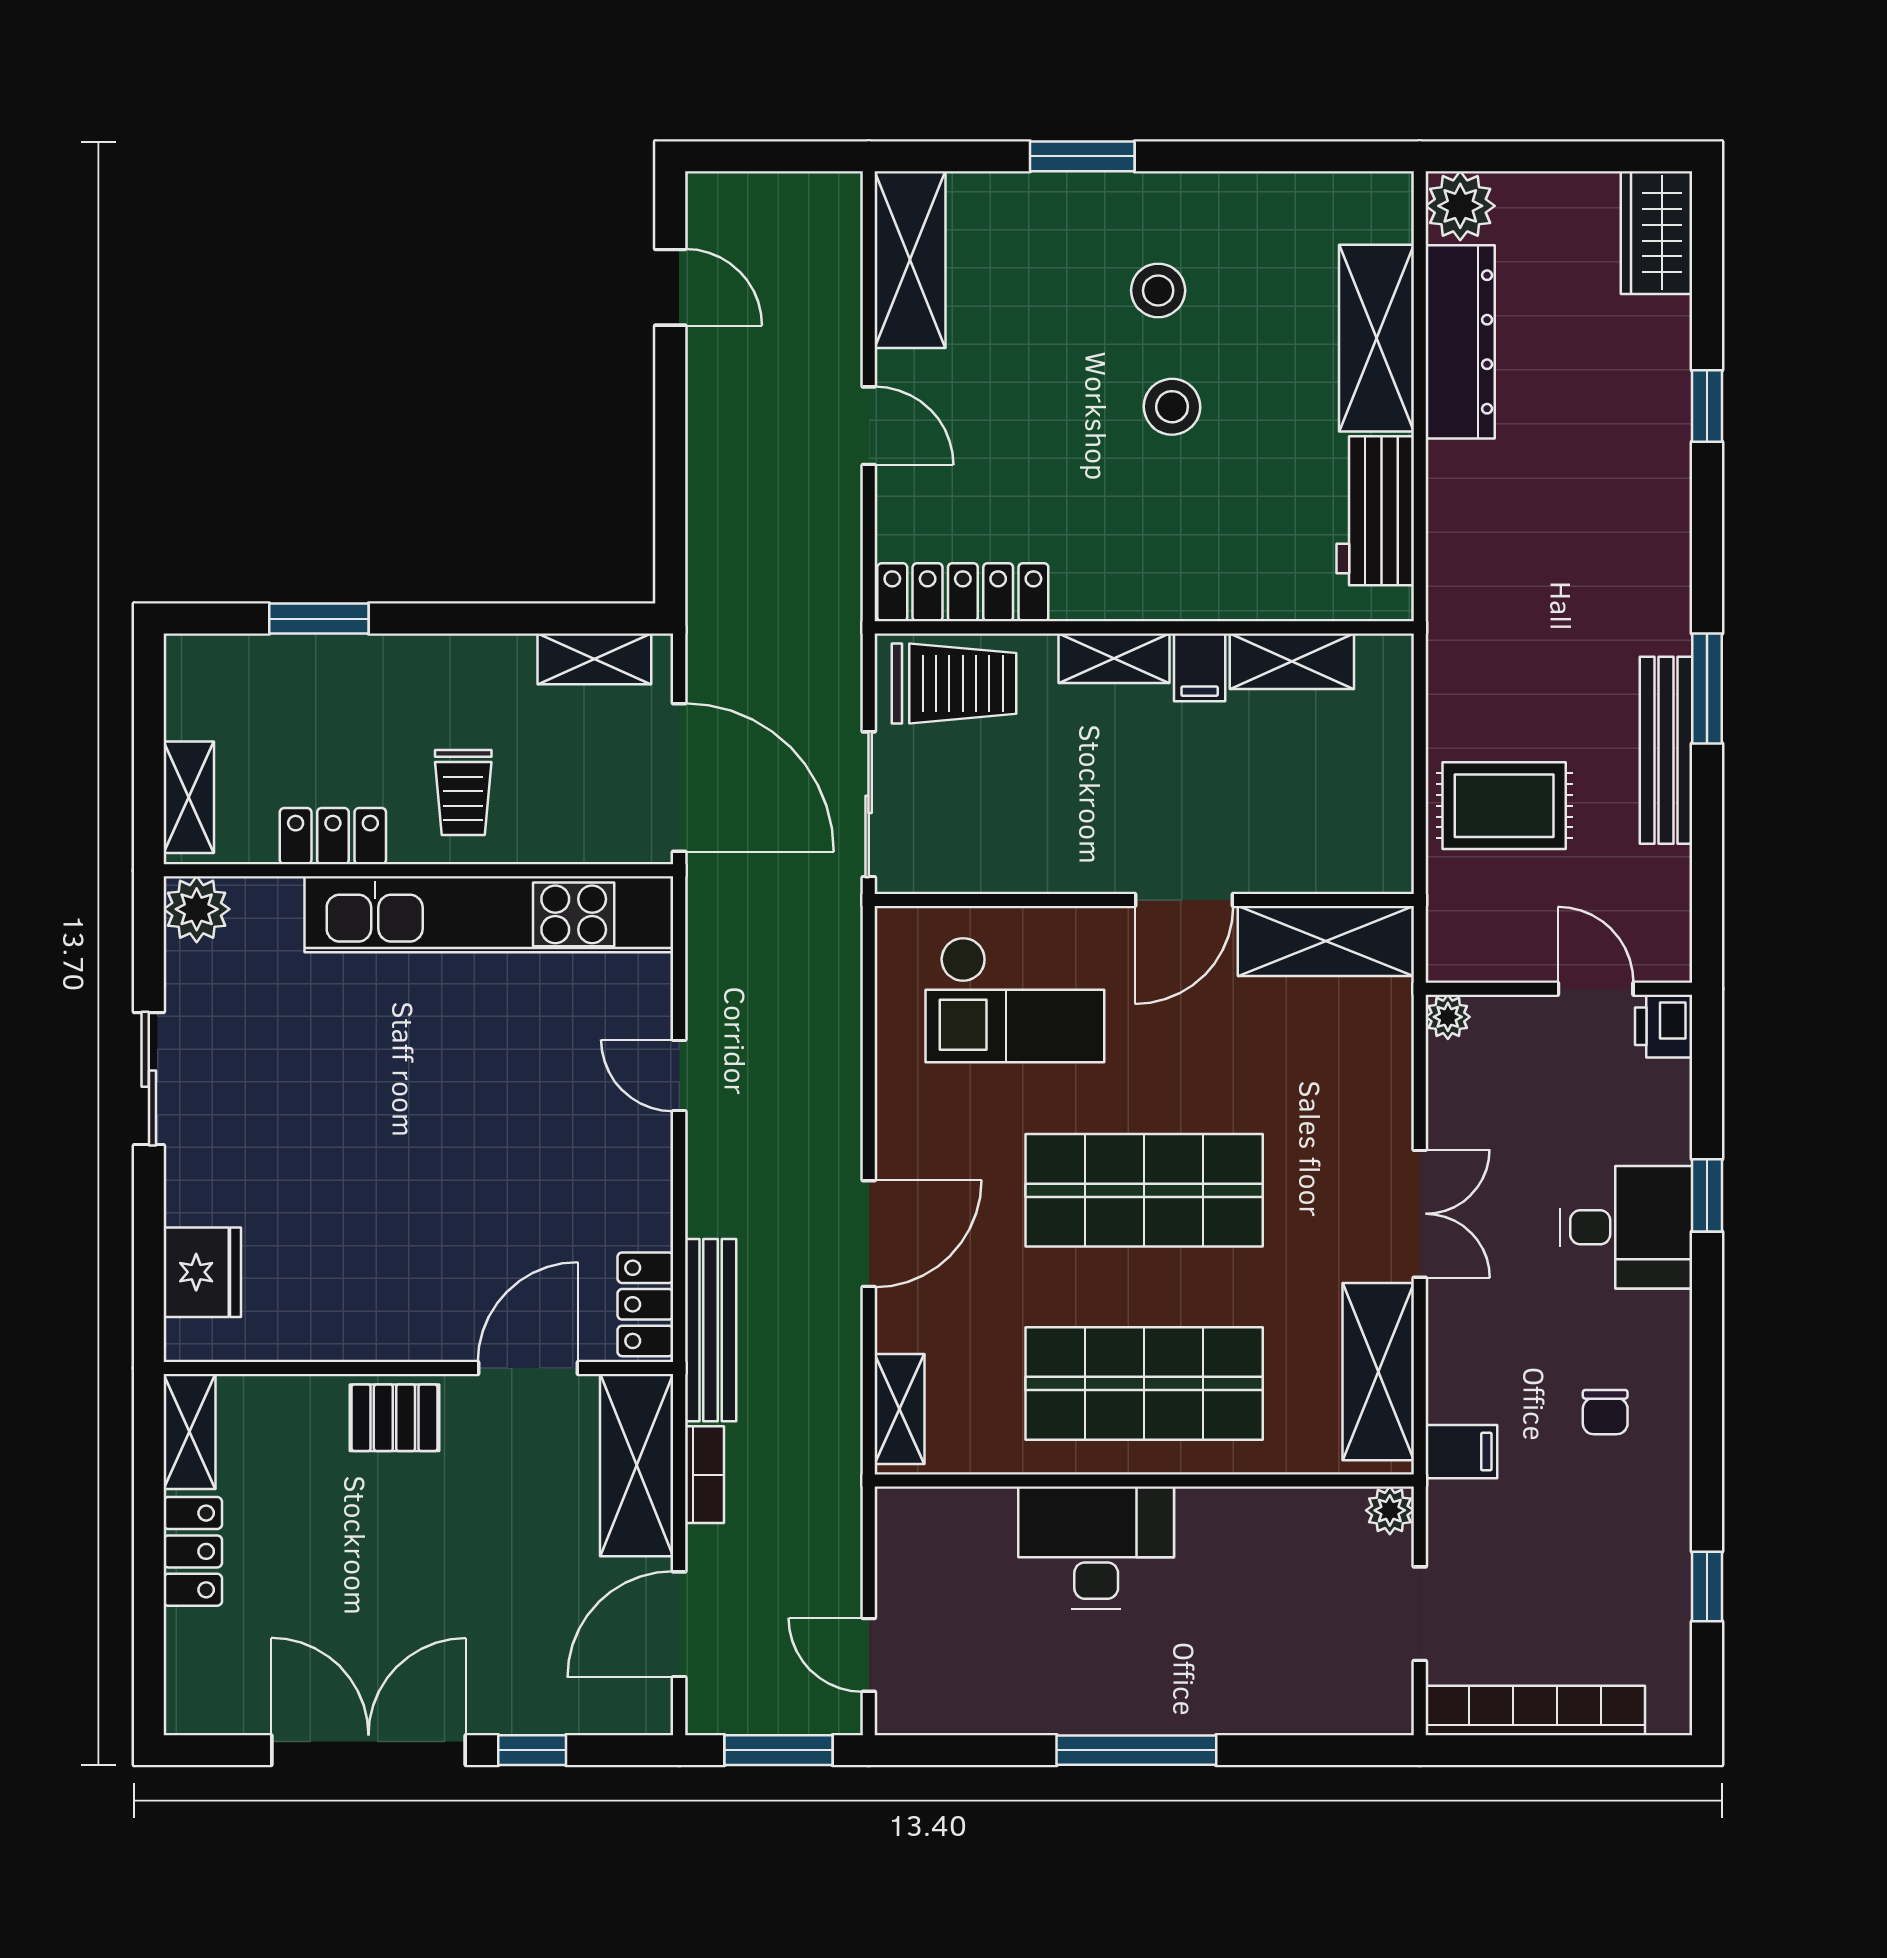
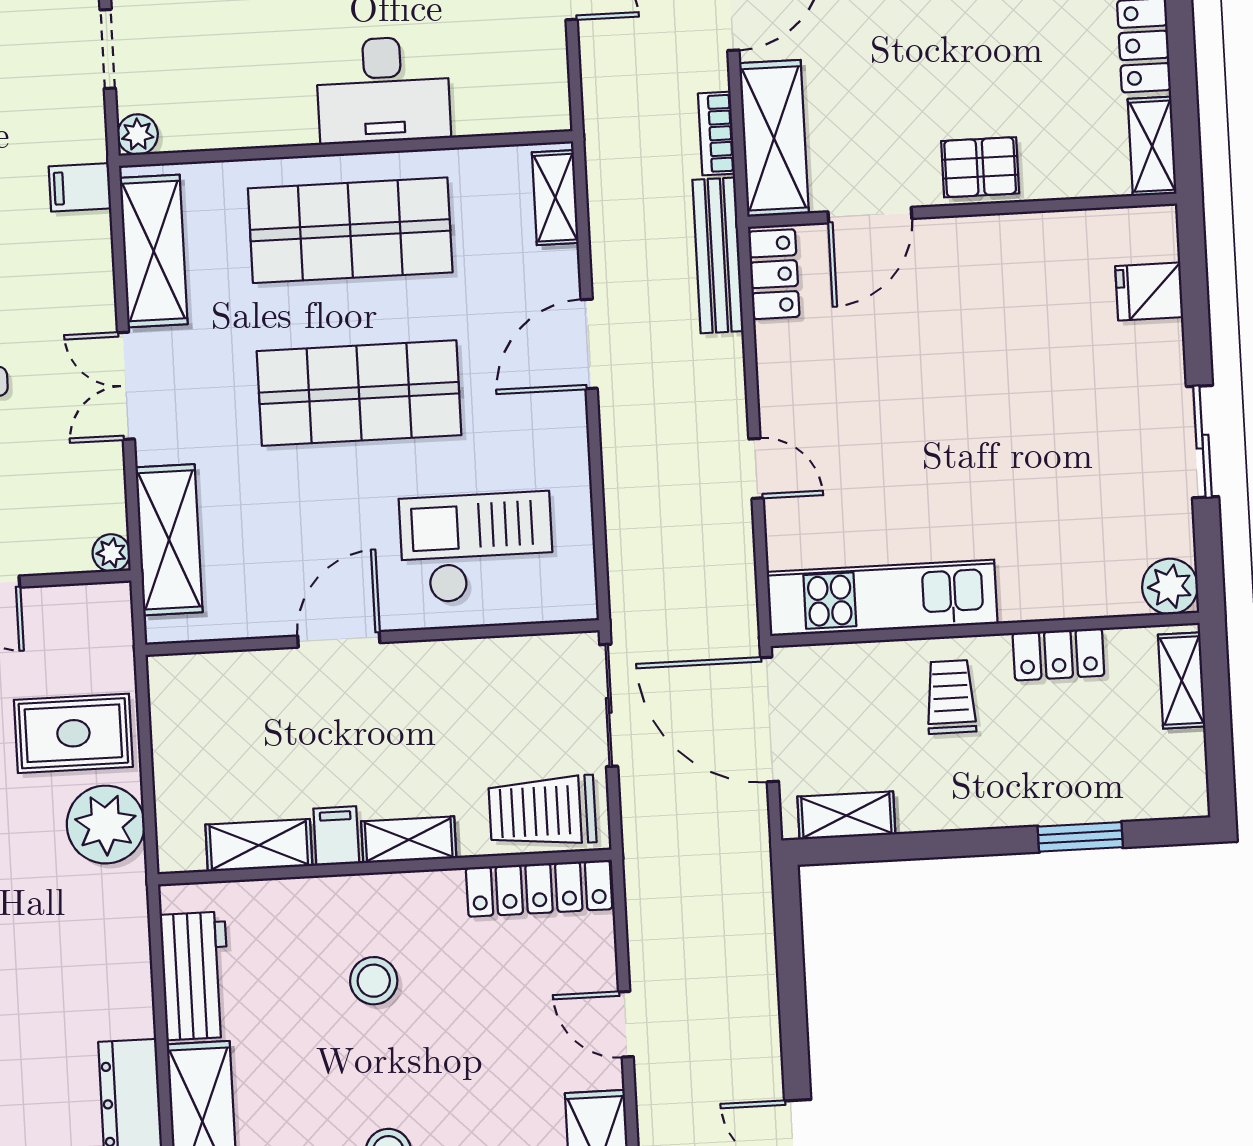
stool: (1172, 407) -> (374, 981), moved
plant: (1472, 696) -> (106, 825), added
kitchen unit: (489, 914) -> (882, 598), width x0.73
shelving: (1326, 941) -> (169, 540), moved, turned 90
fridge: (202, 1272) -> (1149, 292), width x0.72

